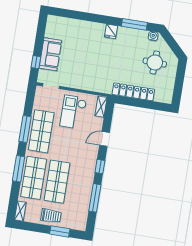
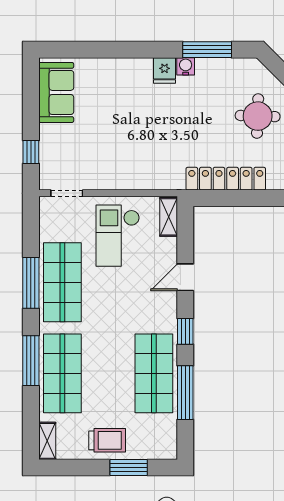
water cooler: (153, 36) -> (186, 66), moved
sofa: (50, 54) -> (56, 92), moved
shop shelf: (57, 182) -> (154, 373), moved

